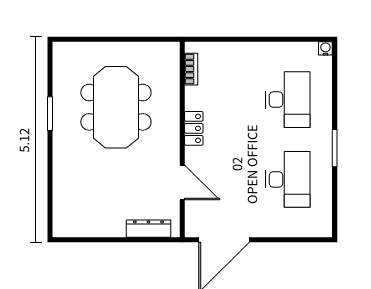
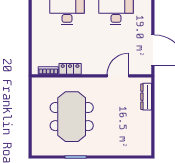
meeting table: (116, 107) -> (72, 117), turned 90
locker: (194, 128) -> (70, 69), moved

